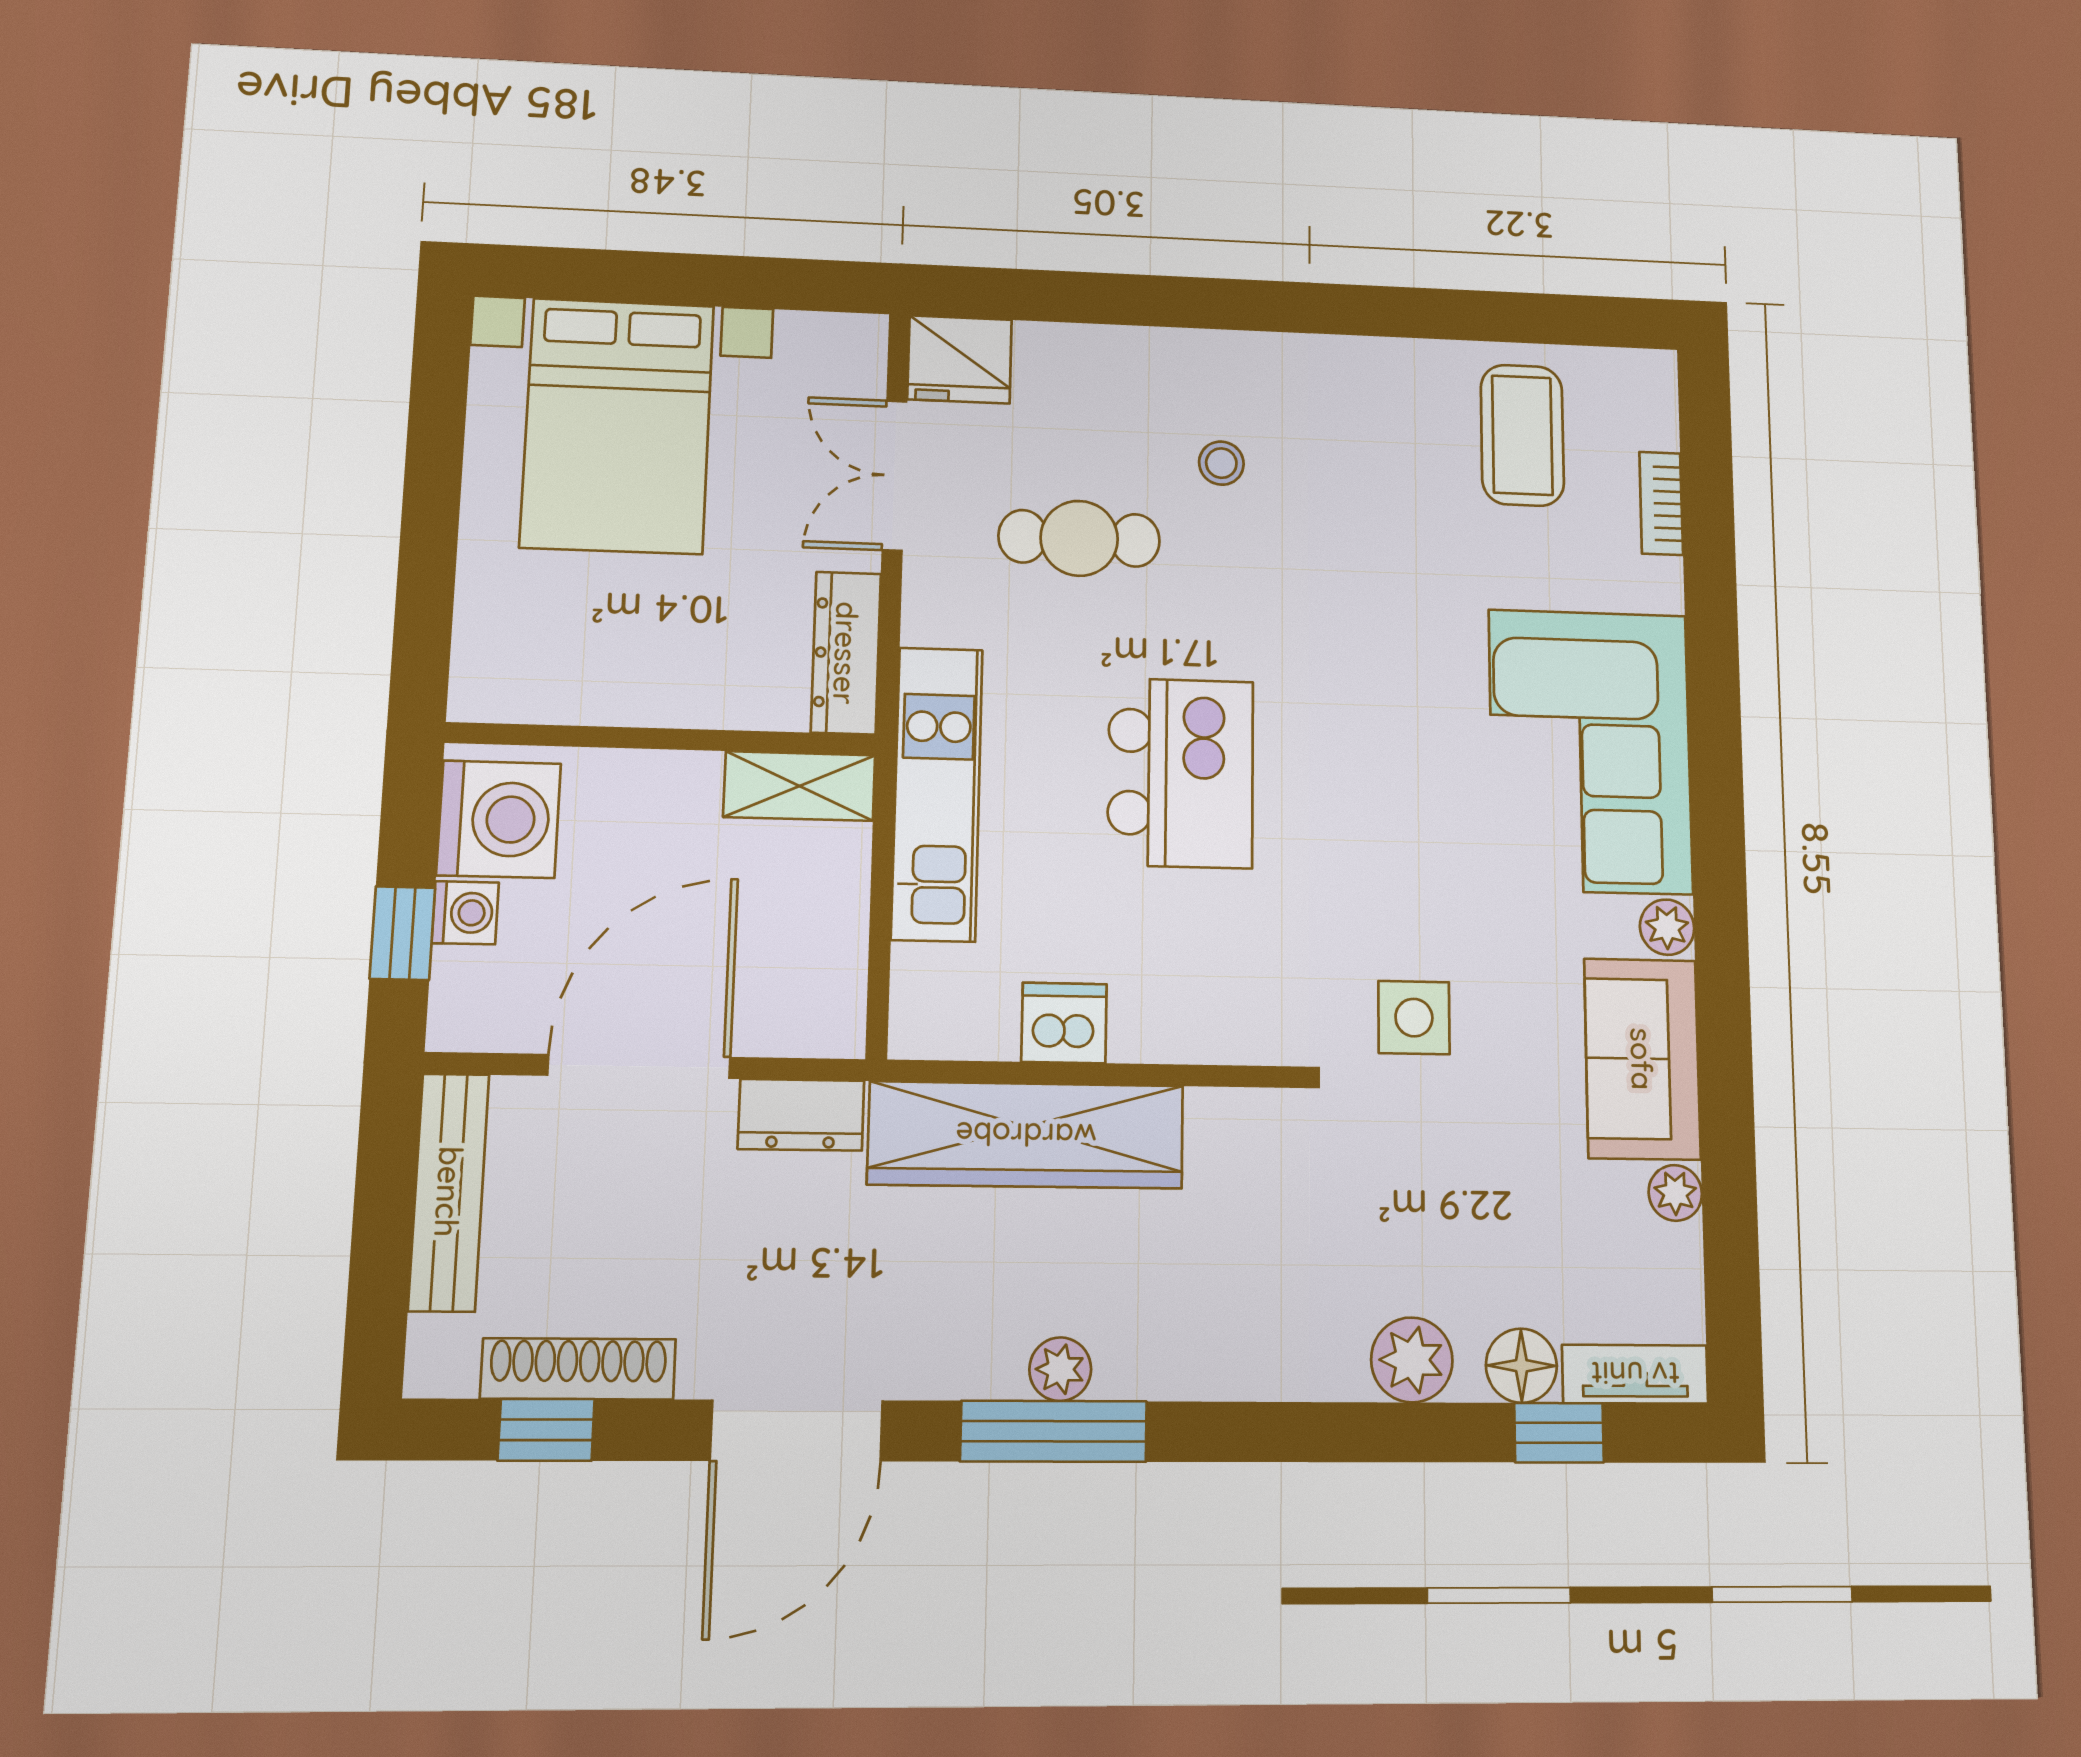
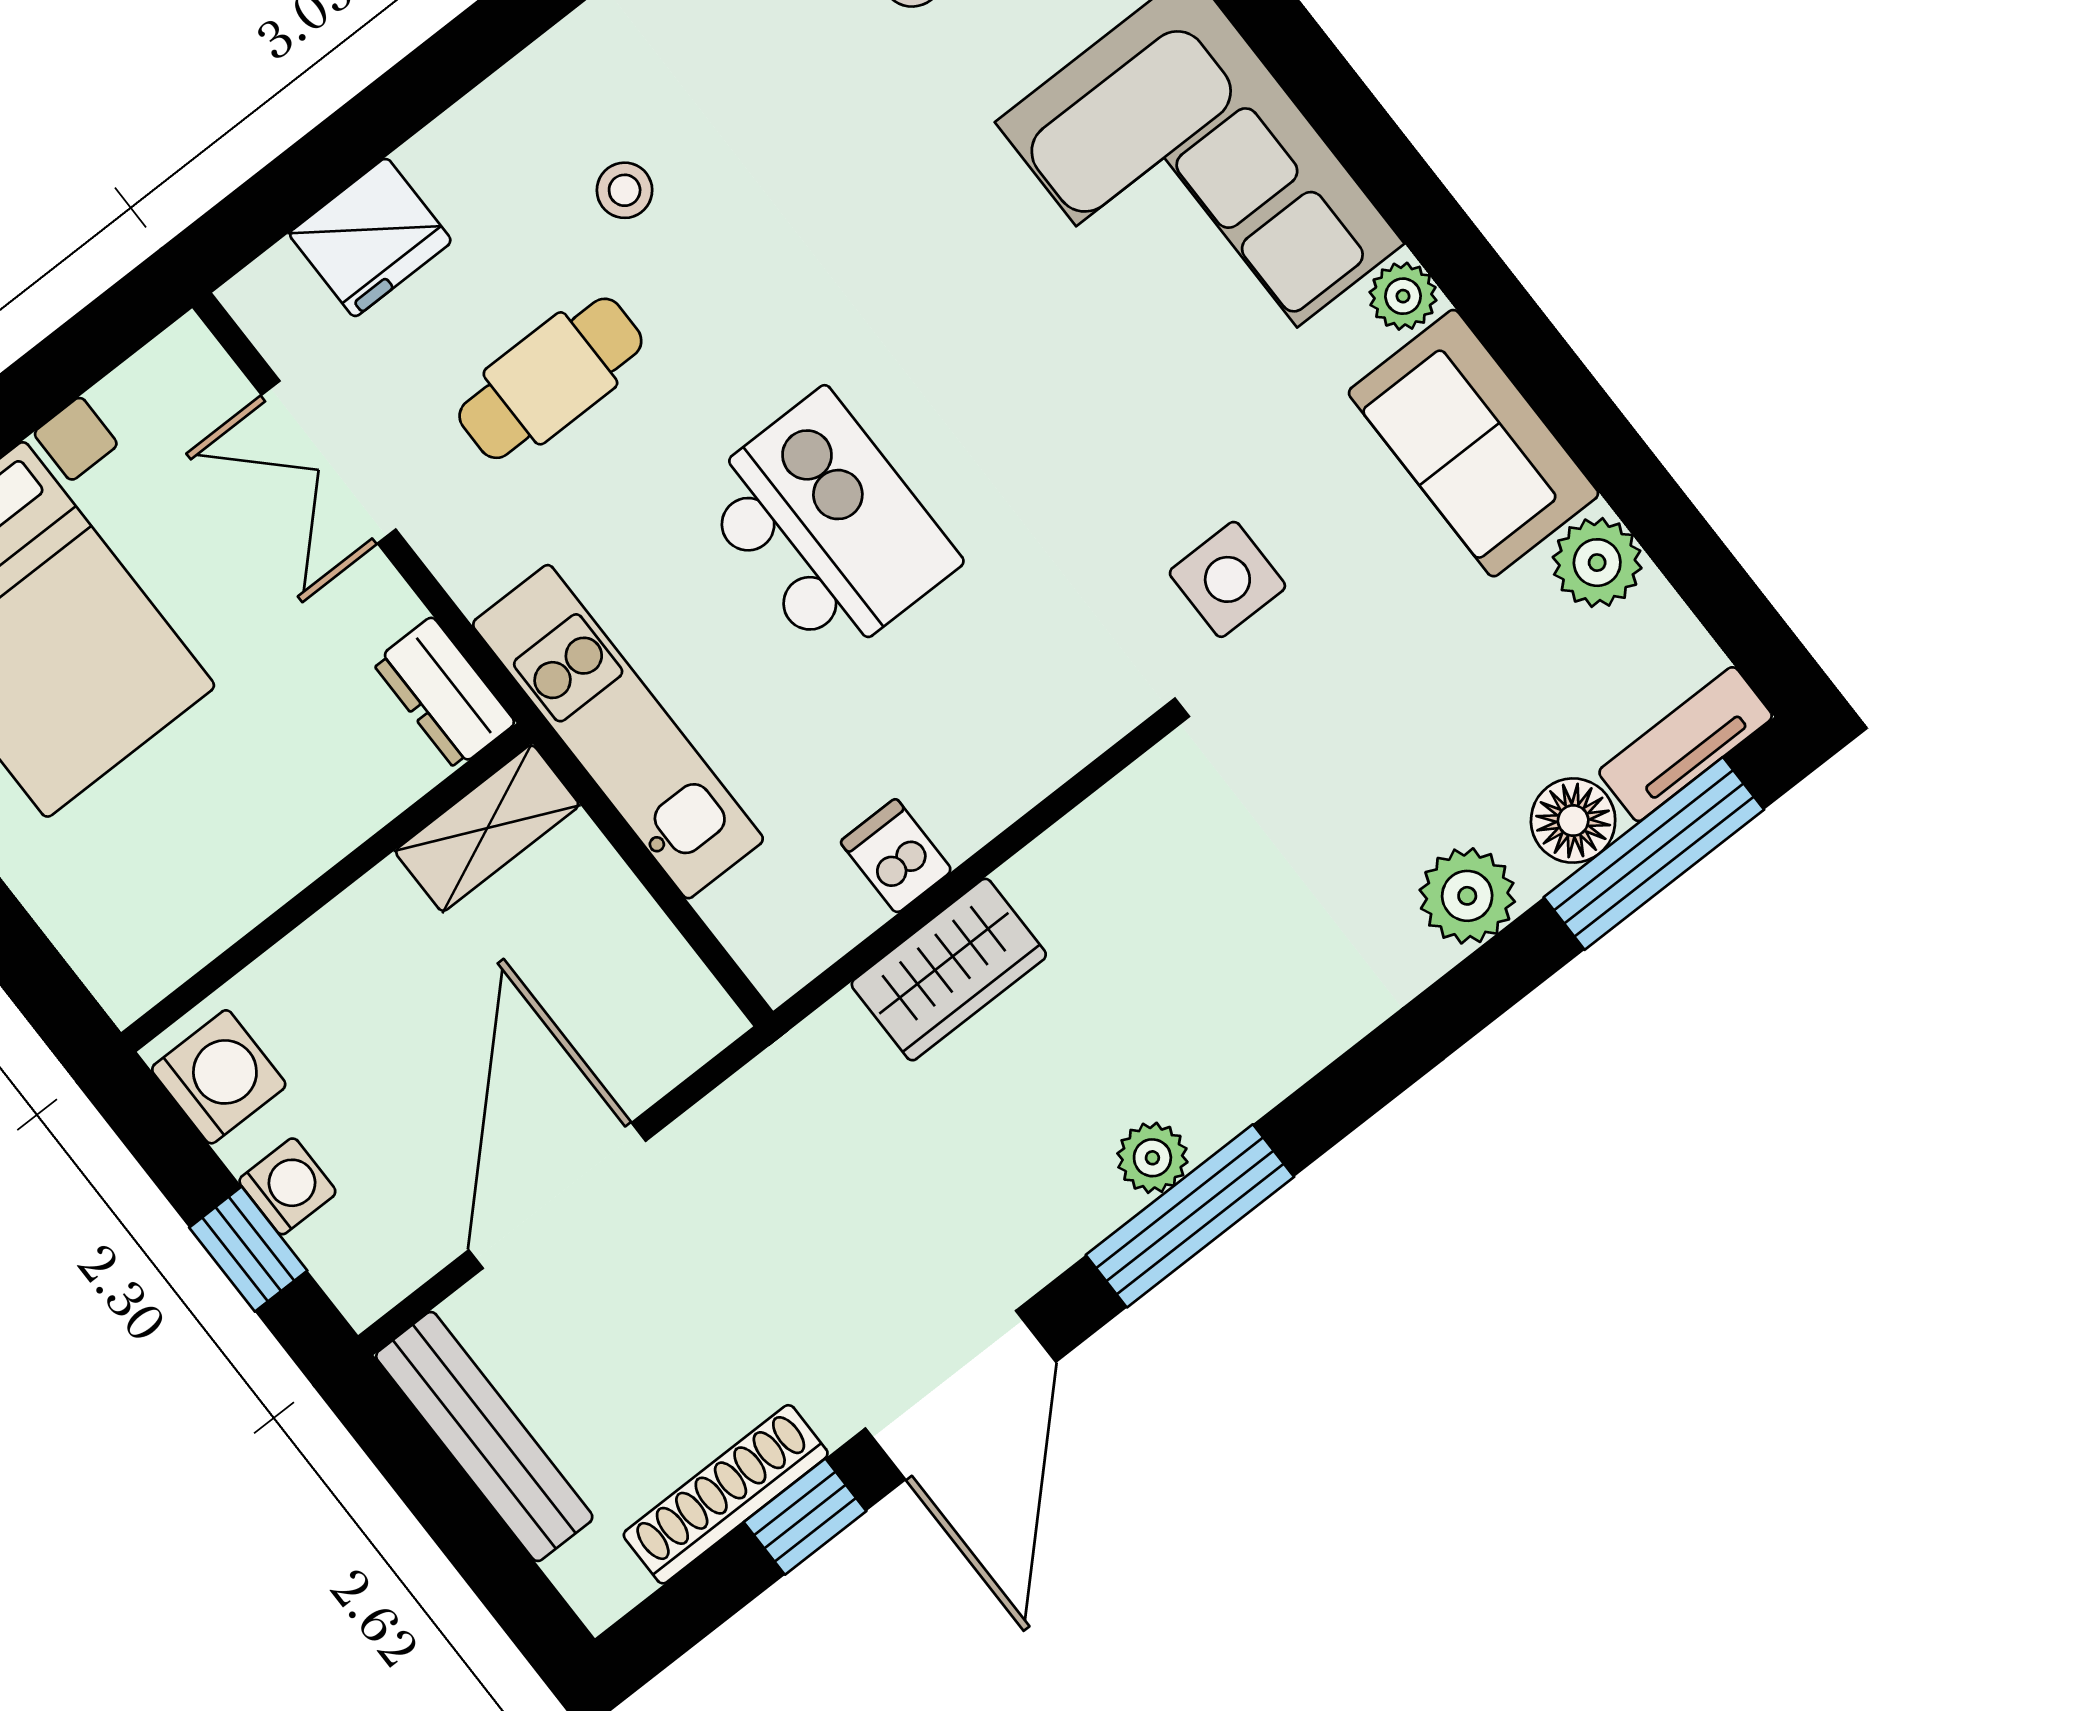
fridge: (960, 359) -> (370, 237), moved
dresser: (846, 653) -> (444, 693), width x0.70
washing machine: (499, 819) -> (219, 1077), width x0.73, depth x0.73
dishwasher: (1064, 1023) -> (896, 856), width x0.73
dresser: (801, 1115) -> (737, 1122), removed
wardrobe: (1026, 1135) -> (949, 970), width x0.48, depth x0.85
plant: (1675, 1193) -> (1597, 563), width x1.38, depth x1.38
window: (546, 1430) -> (805, 1517), moved
window: (1559, 1433) -> (1654, 853), width x2.17

